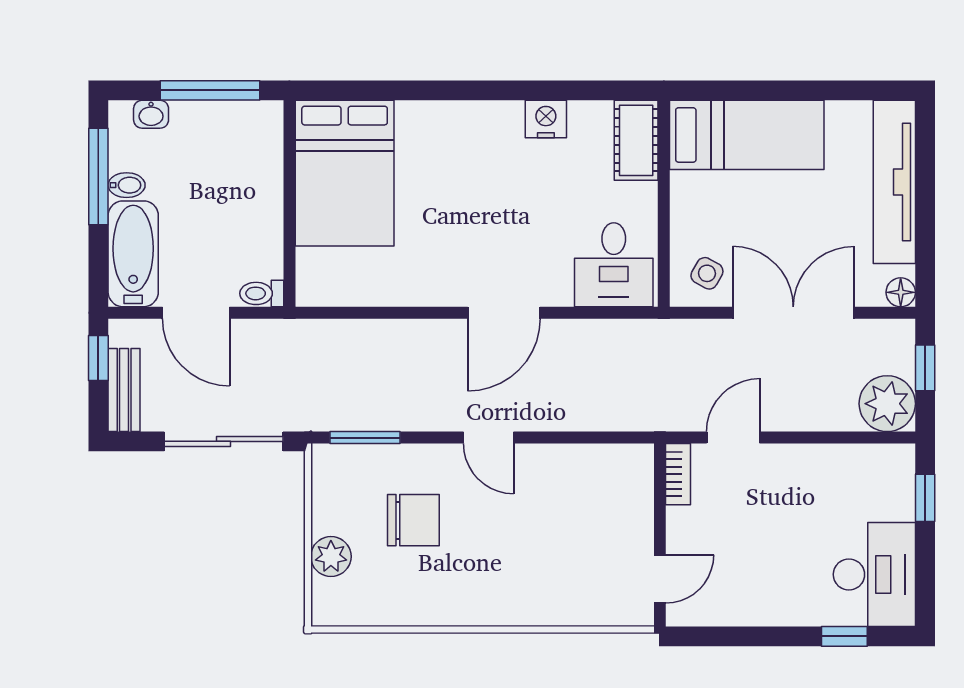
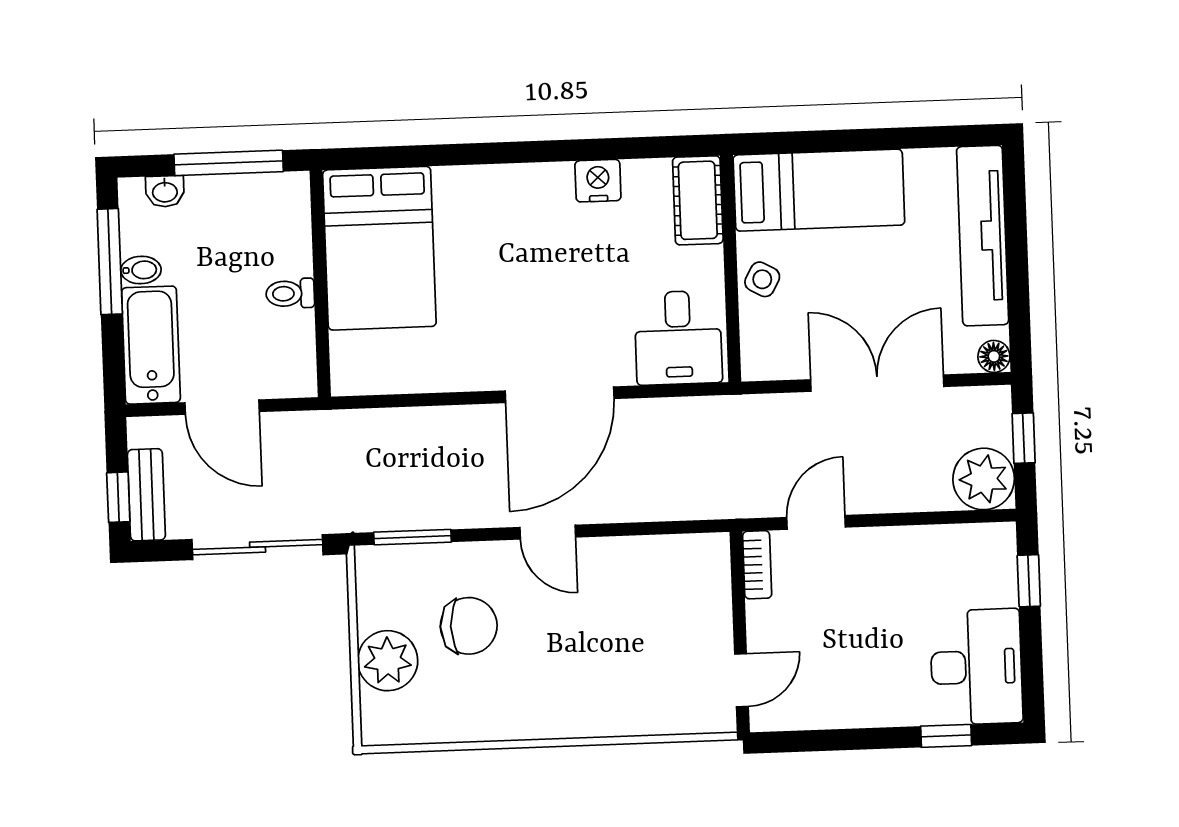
side table: (707, 273) -> (762, 279), moved
toilet: (262, 293) -> (290, 293), moved
door: (504, 313) -> (560, 395), width x1.36
window: (98, 358) -> (118, 497), moved
plant: (331, 557) -> (388, 661), width x1.36, depth x1.36

